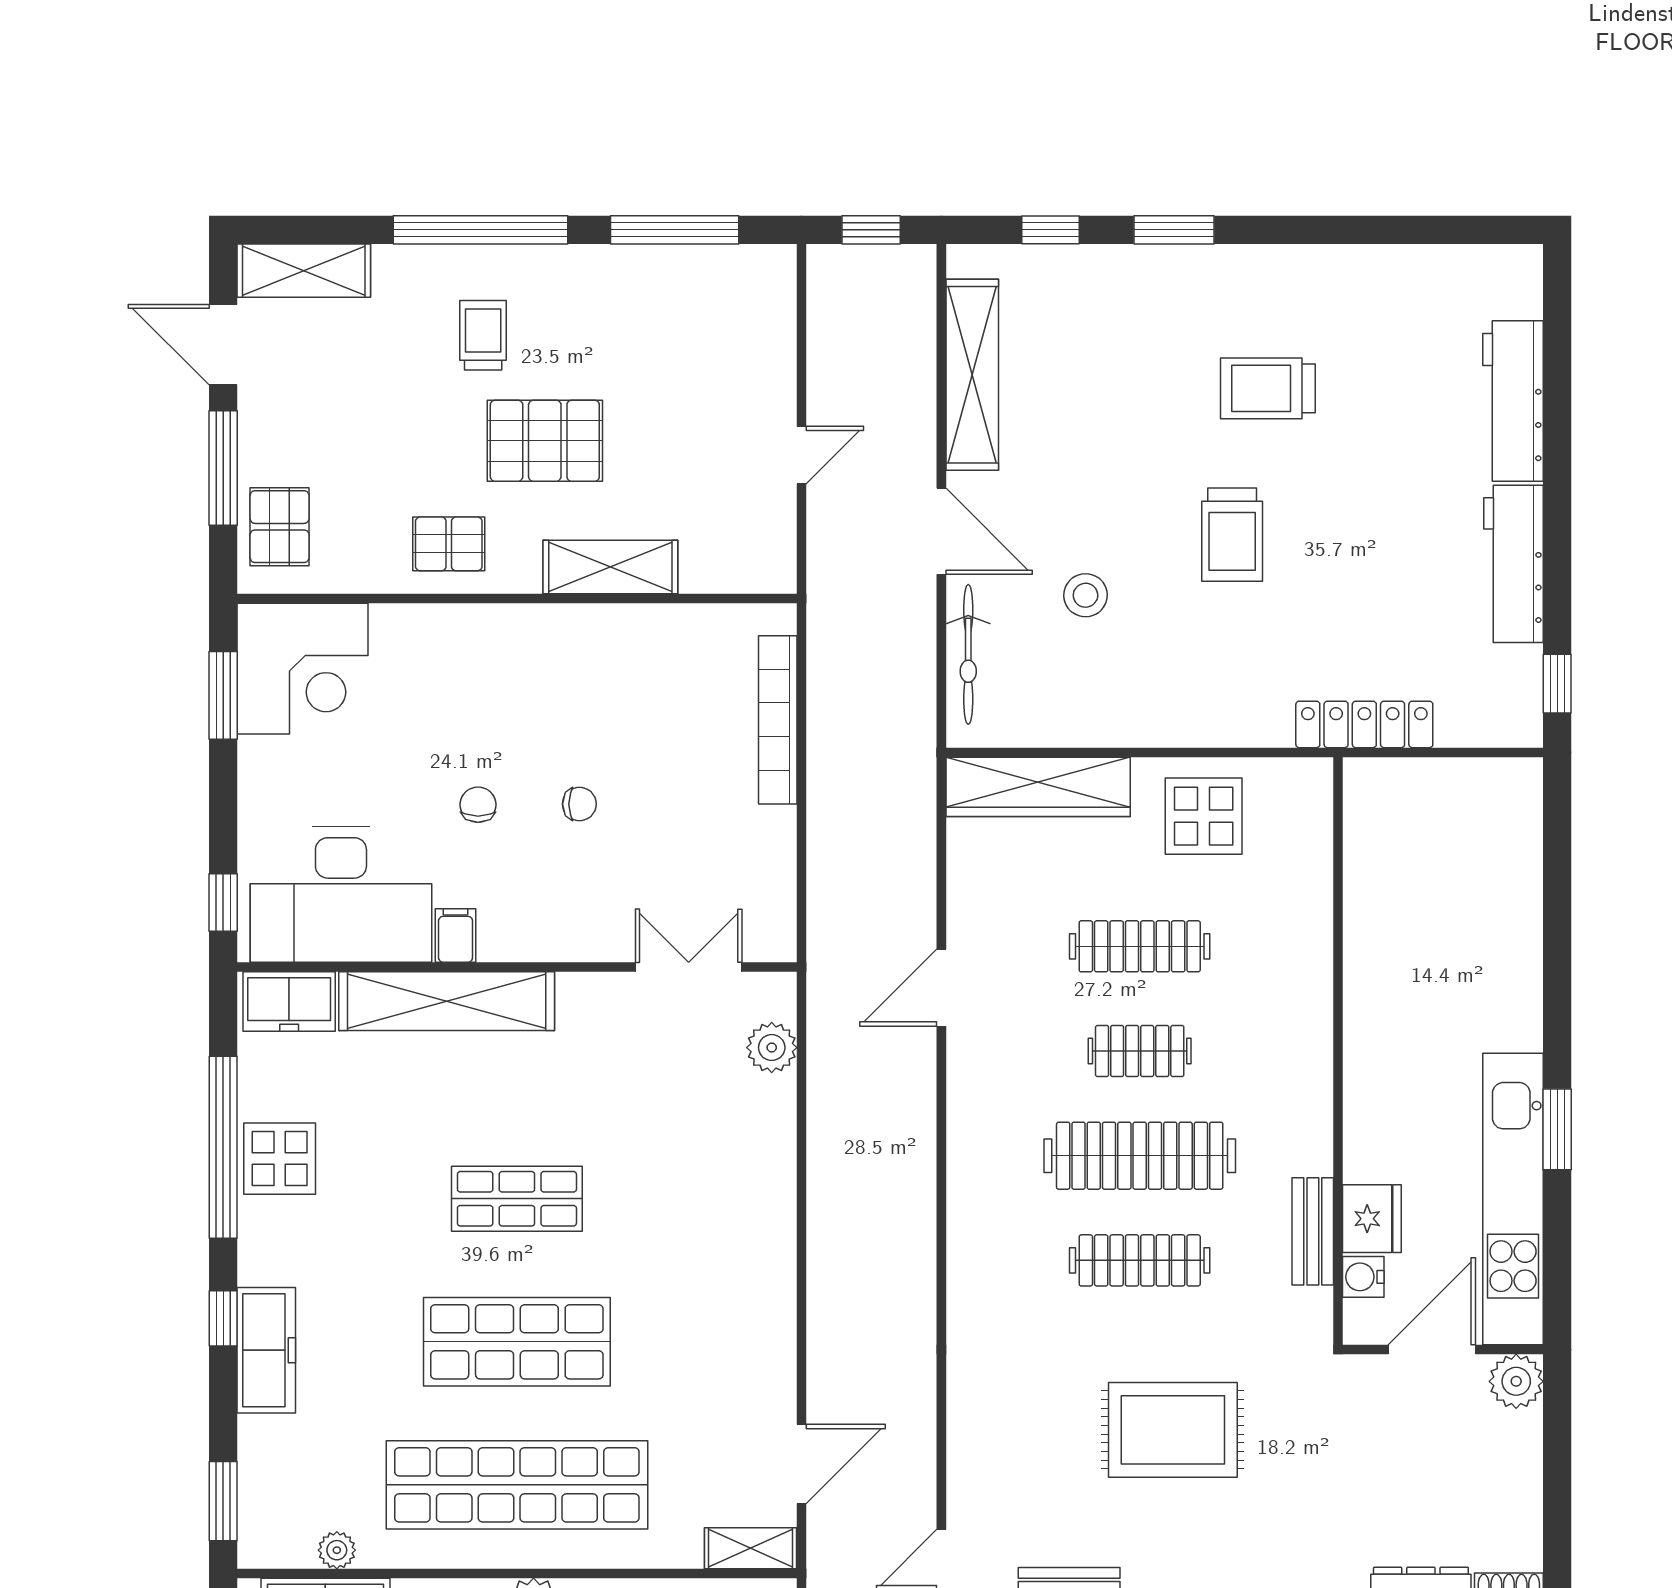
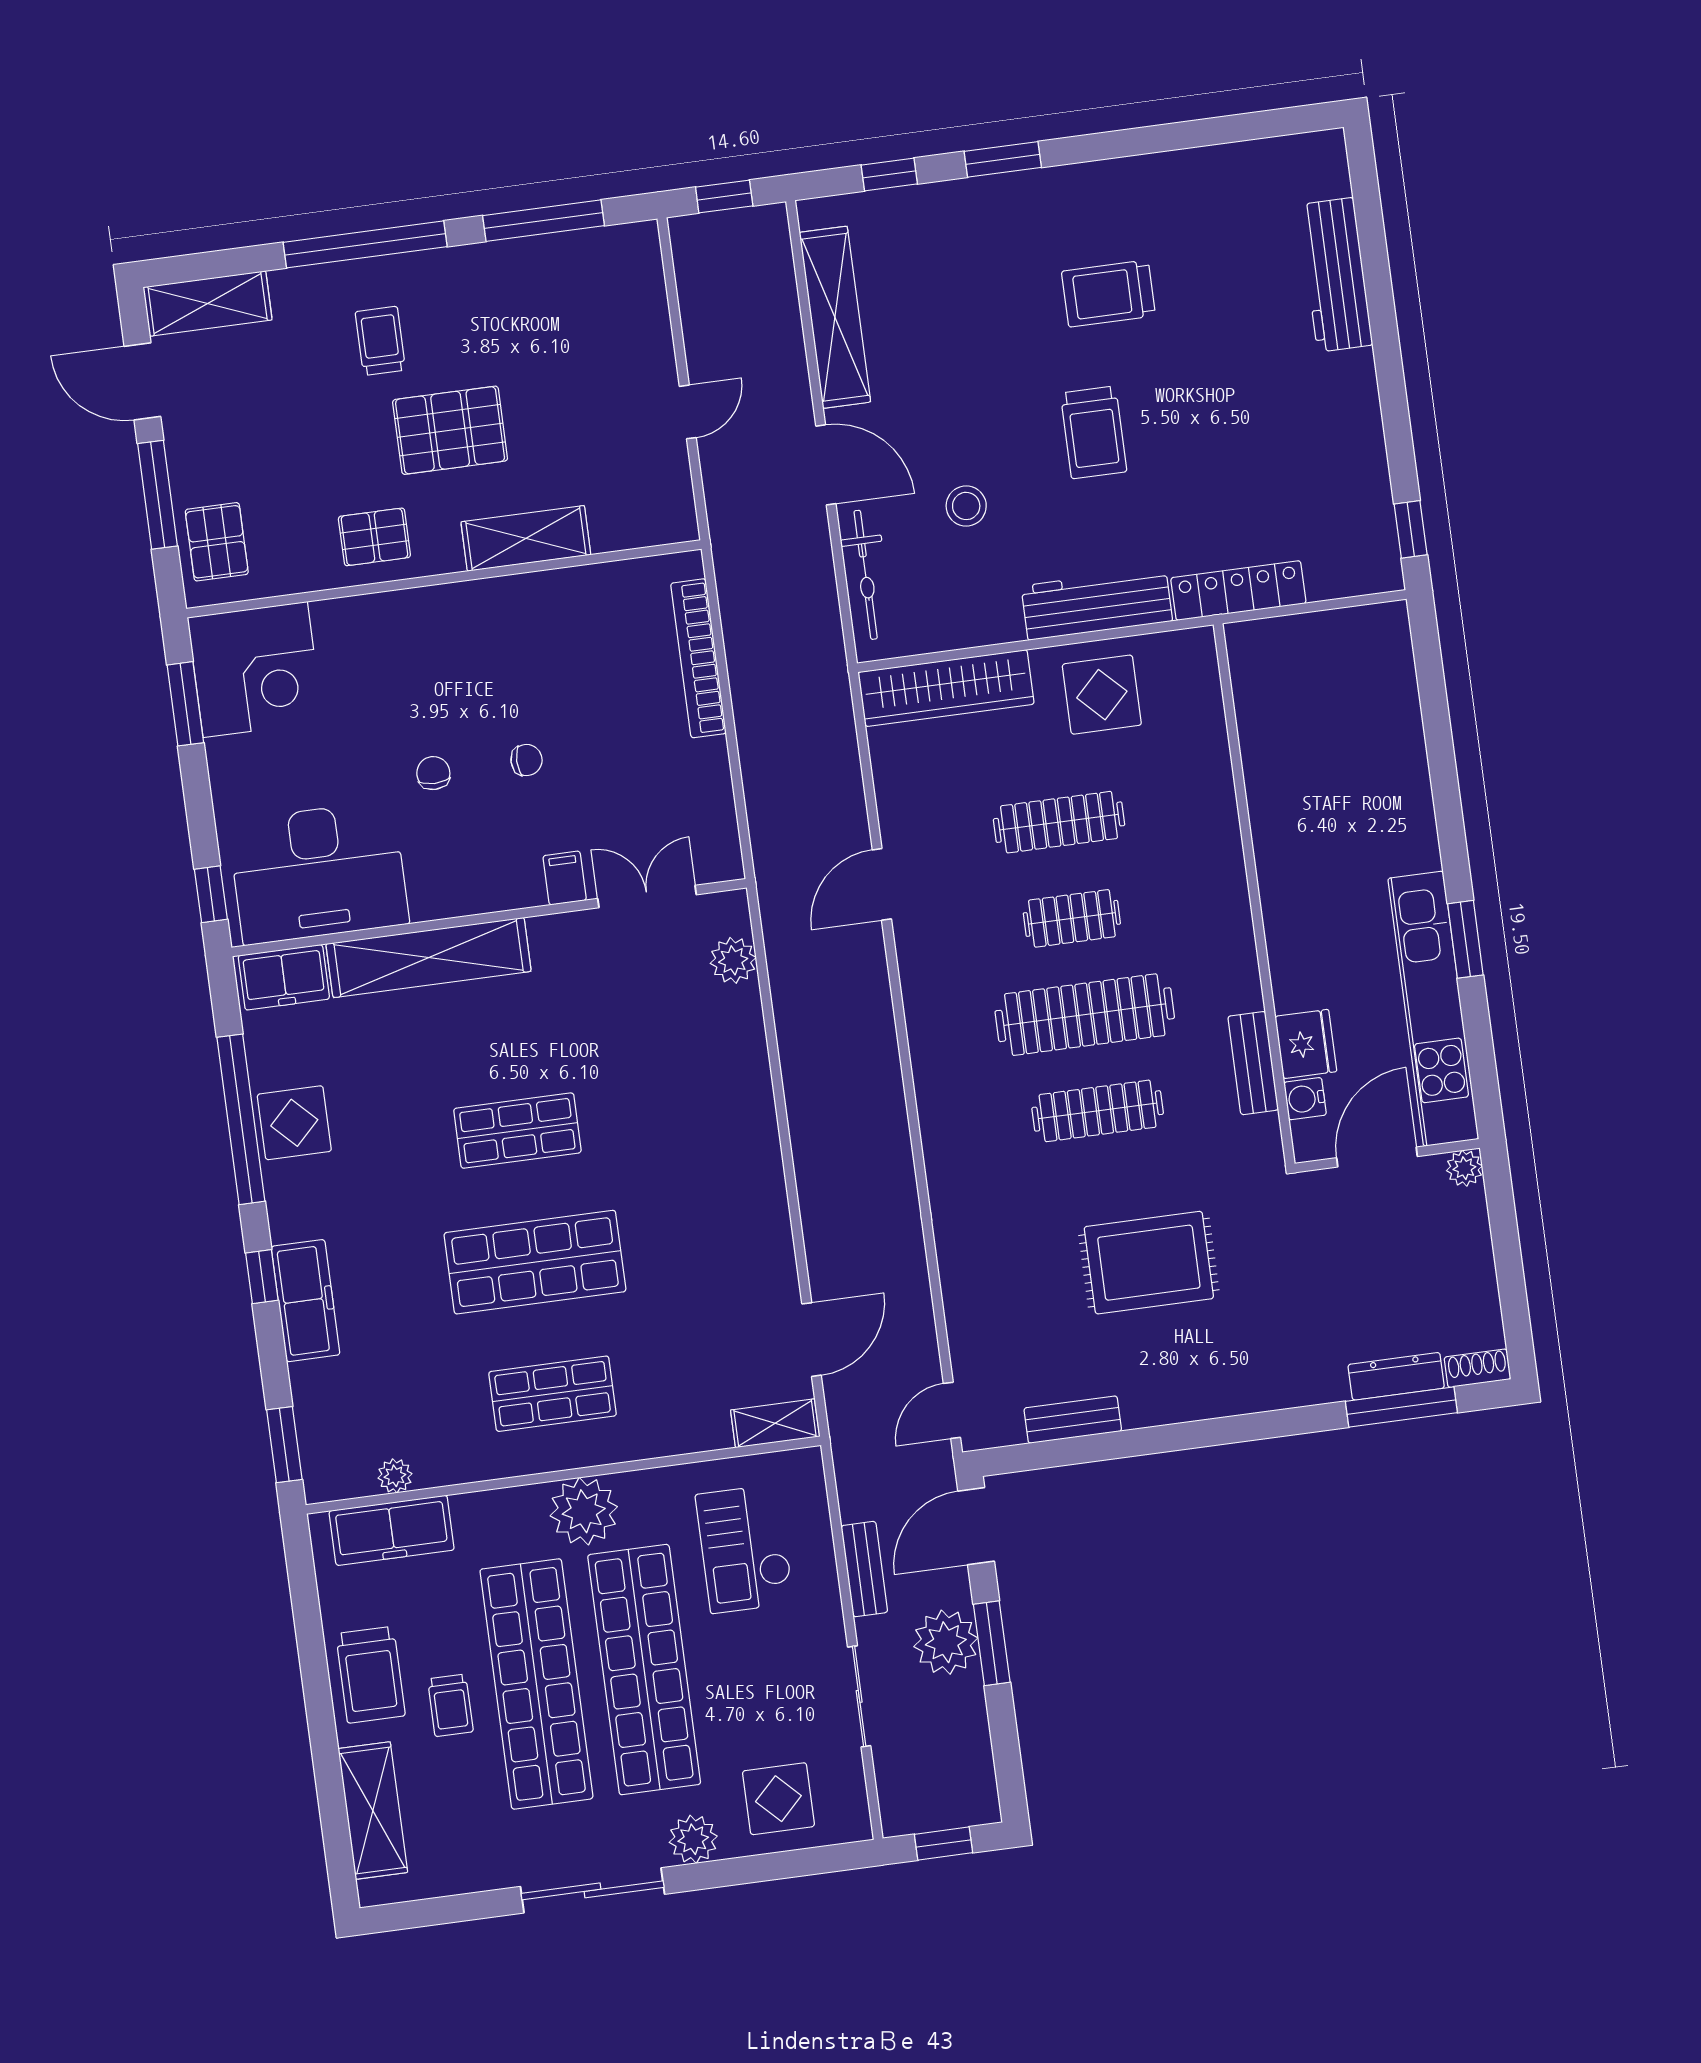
workbench: (1514, 564) -> (1097, 604), moved, turned 90
filing cabinet: (456, 935) -> (565, 878), moved
plant: (1516, 1381) -> (1464, 1168), width x0.73, depth x0.73
shop shelf: (517, 1485) -> (553, 1394), width x0.50, depth x0.74

